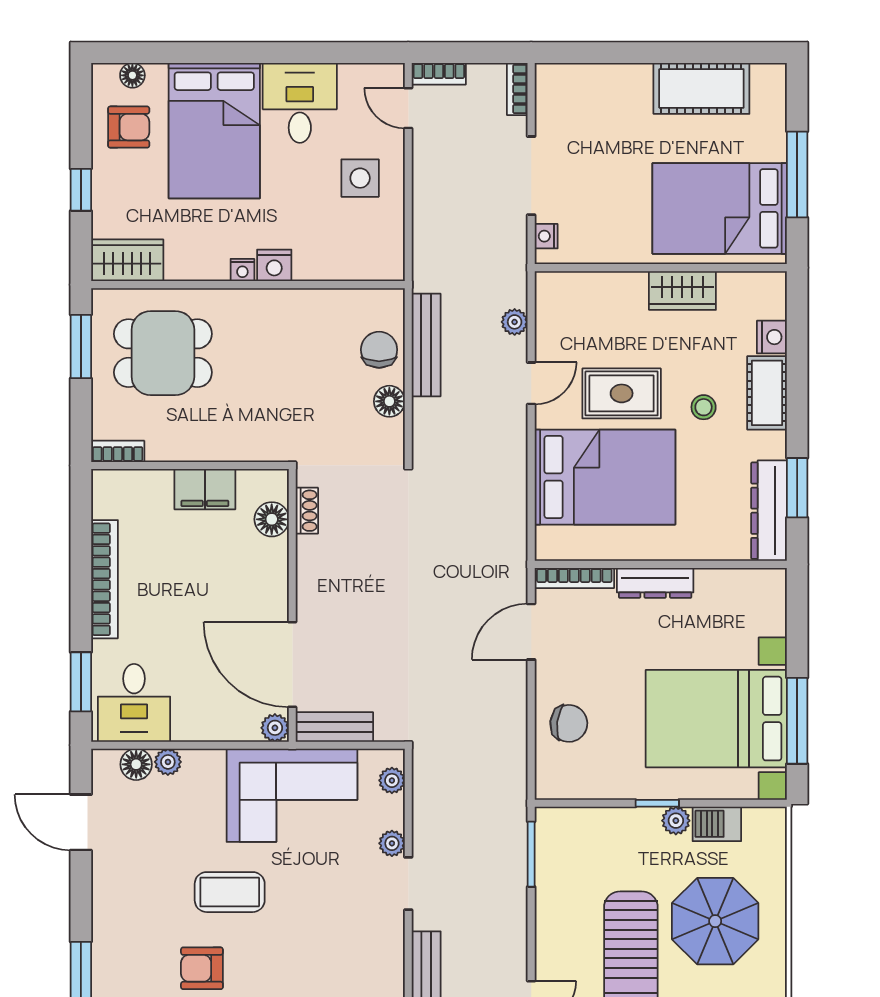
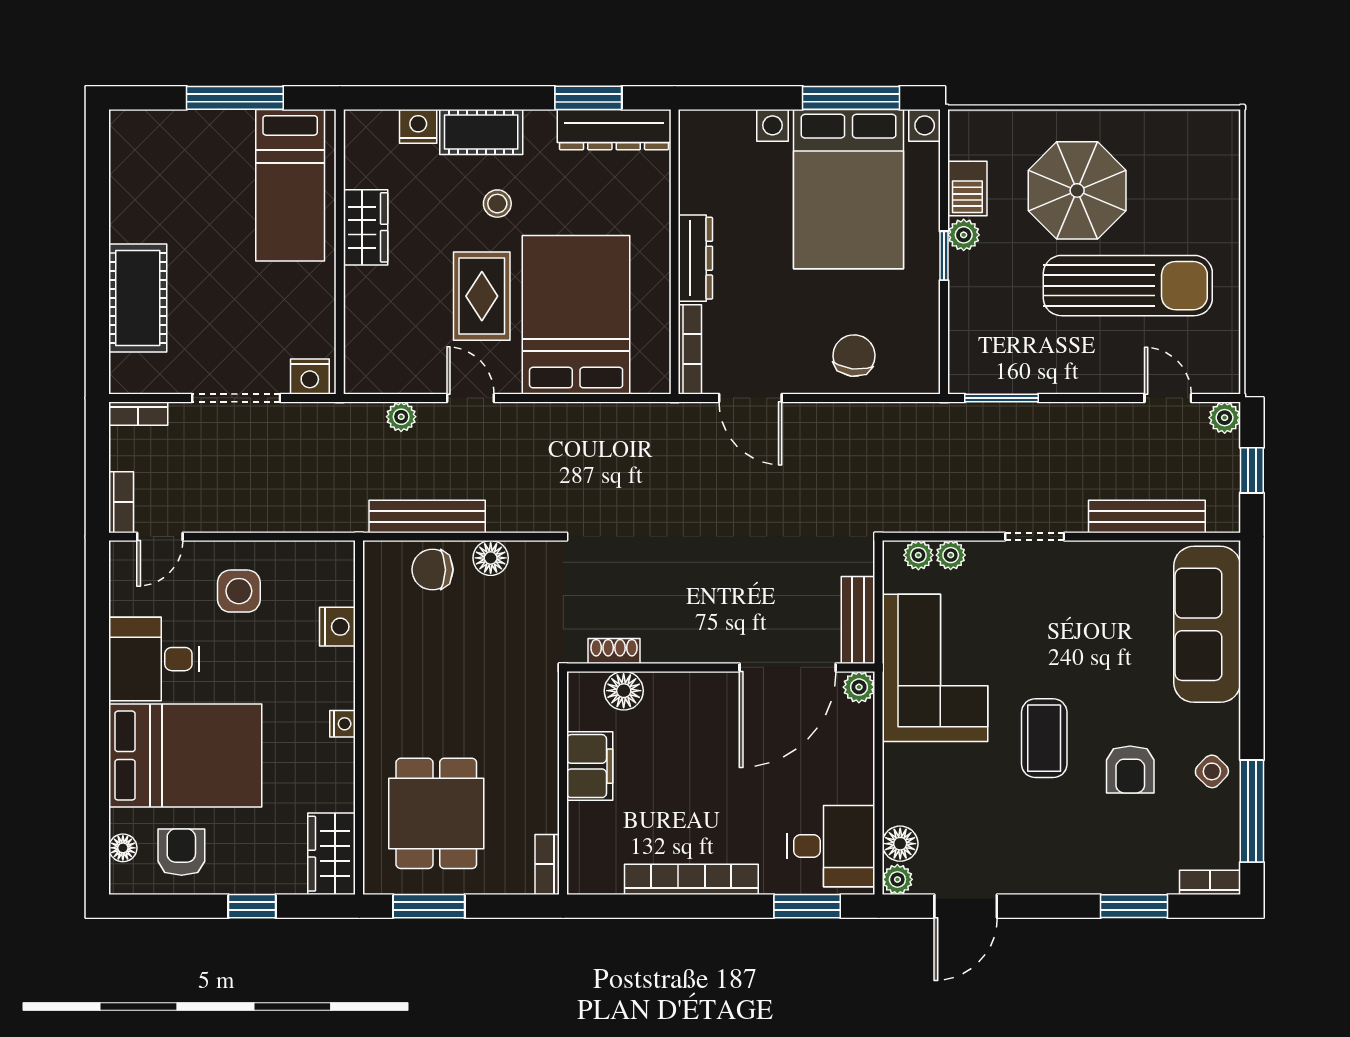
cot: (701, 88) -> (138, 298), moved
bed: (720, 208) -> (290, 185), width x0.67
nightstand: (546, 236) -> (310, 377), width x1.39, depth x1.35
nightstand: (274, 265) -> (337, 627), moved
plant: (168, 762) -> (897, 879), moved
plant: (392, 843) -> (951, 555), moved

